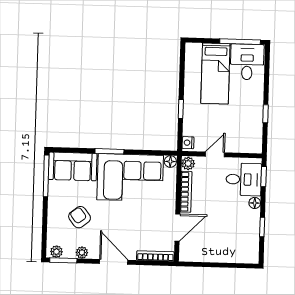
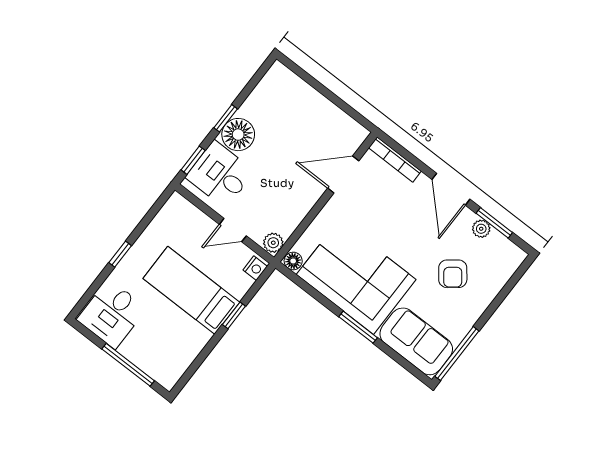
window: (240, 42) -> (128, 365), moved
bed: (215, 74) -> (191, 290), moved, turned -90
window: (265, 114) -> (120, 254), moved
bookcase: (186, 192) -> (301, 210), removed
floor lamp: (255, 203) -> (238, 135), width x1.89, depth x1.89
window: (262, 227) -> (226, 118), moved
plant: (56, 252) -> (511, 252), removed
window: (63, 260) -> (494, 223), moved

